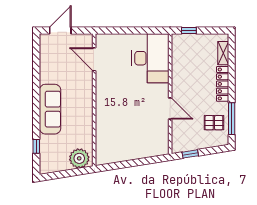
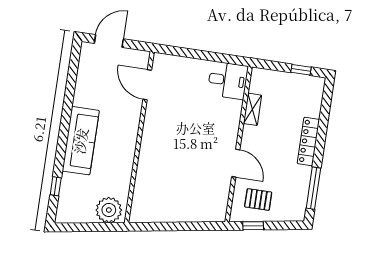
window: (189, 31) -> (301, 70), moved
shelving: (223, 53) -> (252, 109), moved
desk: (150, 58) -> (228, 80), width x0.53, depth x0.77
pallet: (214, 123) -> (258, 199), moved

